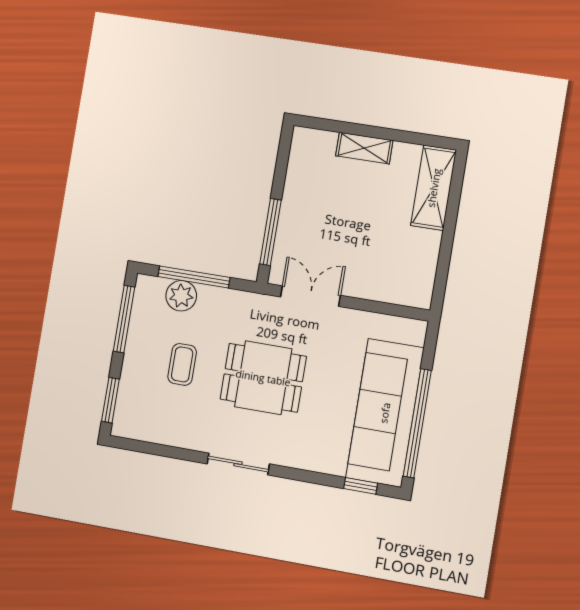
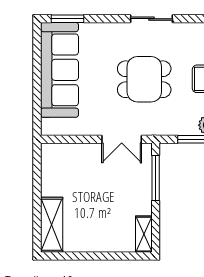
shelving: (364, 148) -> (144, 234), moved, turned 90
window: (417, 423) -> (37, 67), removed
window: (361, 486) -> (68, 19), width x1.50

